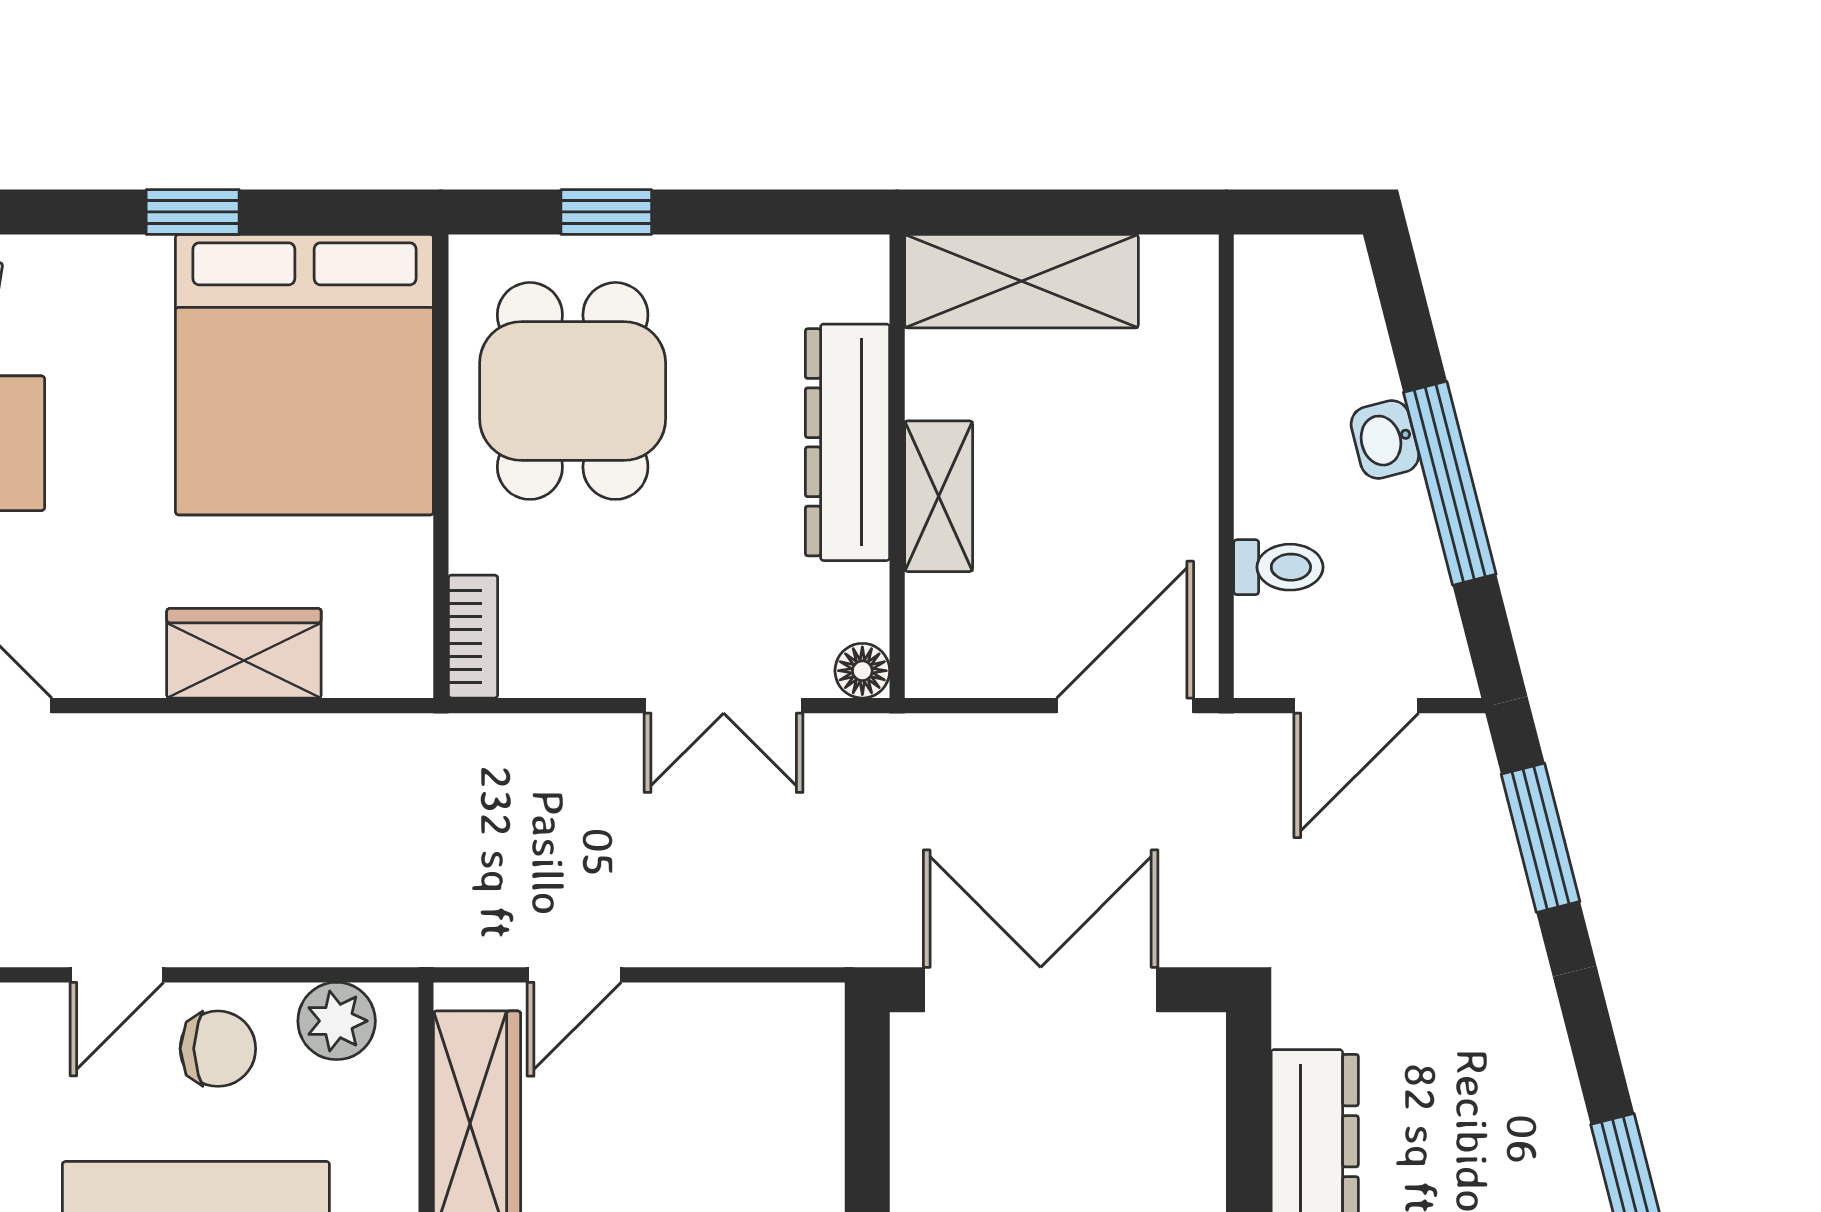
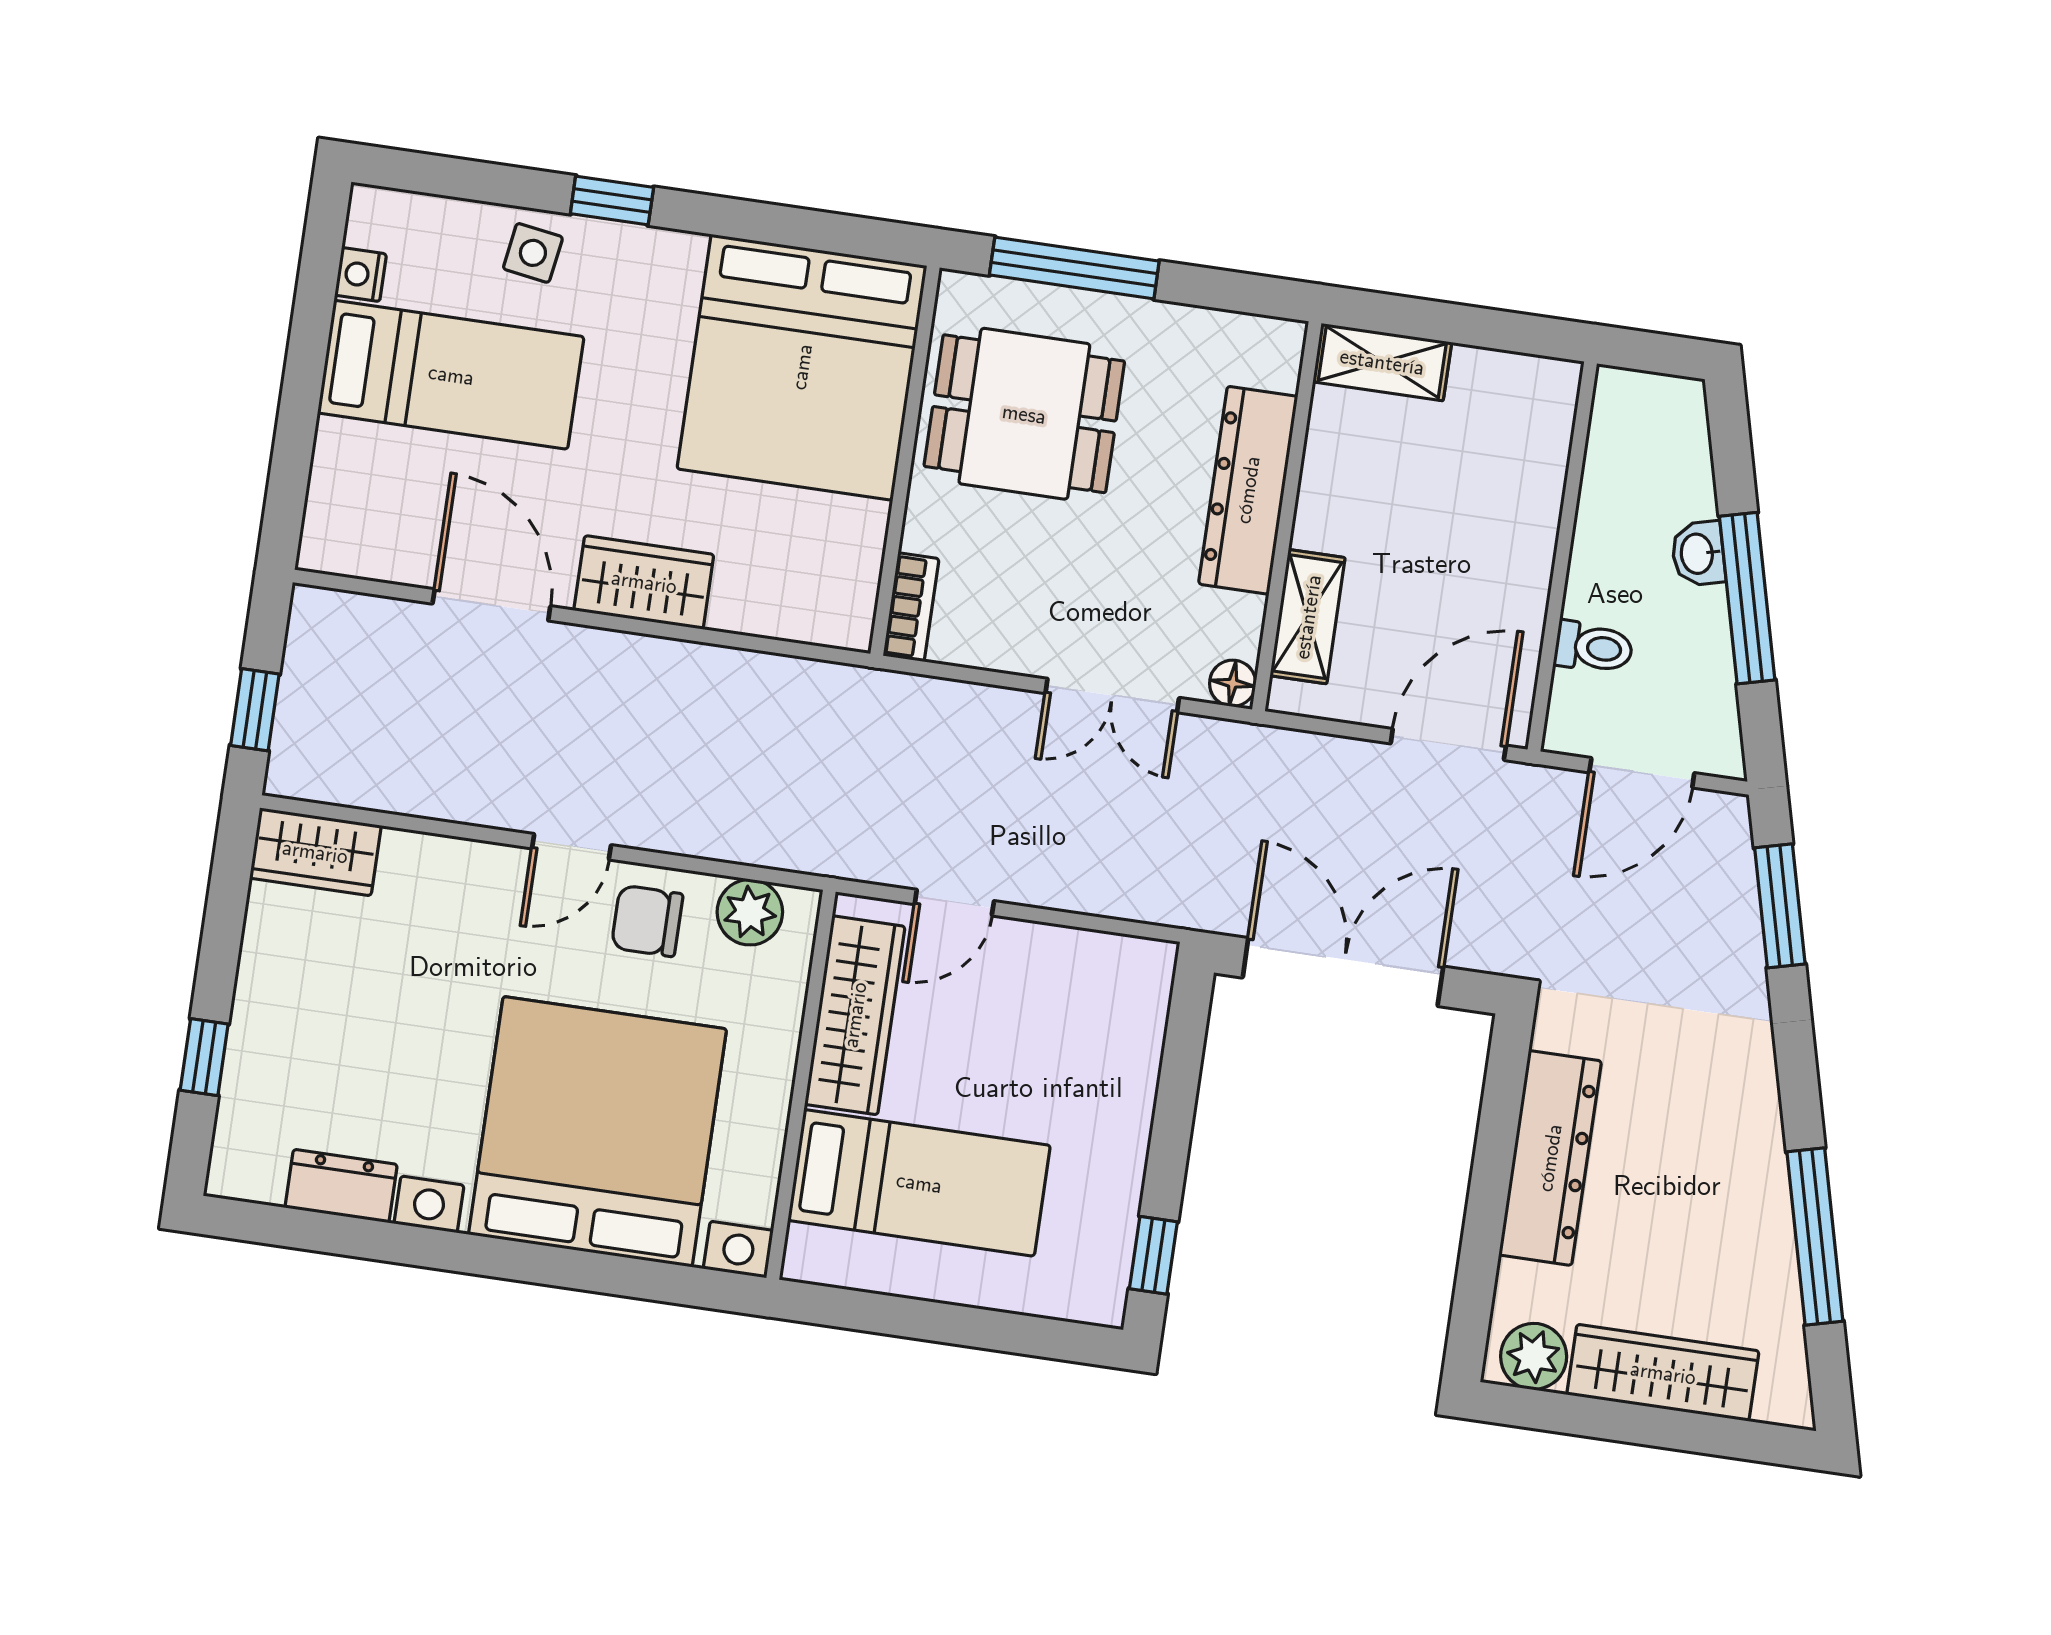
window: (193, 212) -> (612, 201), moved
window: (606, 212) -> (1074, 268), width x2.17
shelving: (1021, 281) -> (1382, 362), width x0.67, depth x0.75
dining table: (573, 391) -> (1024, 414), turned 90
shelving: (939, 496) -> (1308, 617), moved
wardrobe: (244, 653) -> (644, 582), moved
chair: (218, 1049) -> (647, 921), turned 180

